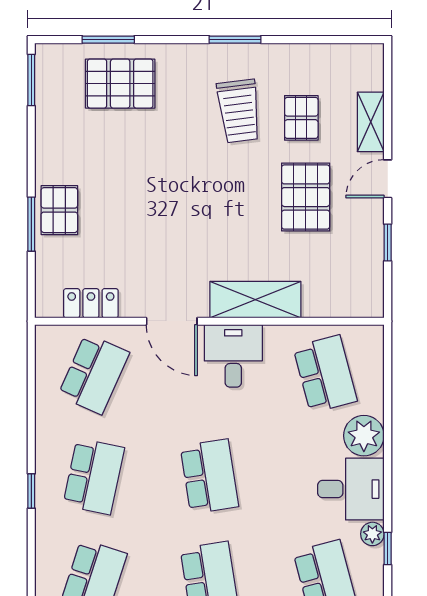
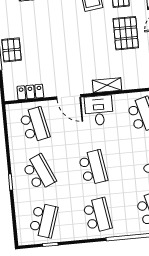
shelving: (255, 300) -> (107, 85), width x0.67, depth x0.75
school desk: (94, 374) -> (35, 125), turned -36
school desk: (94, 476) -> (39, 173), turned -36

